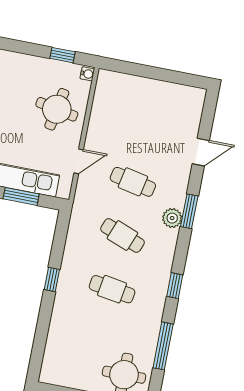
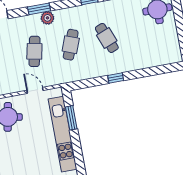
cafe table: (112, 289) -> (107, 38), turned -30

